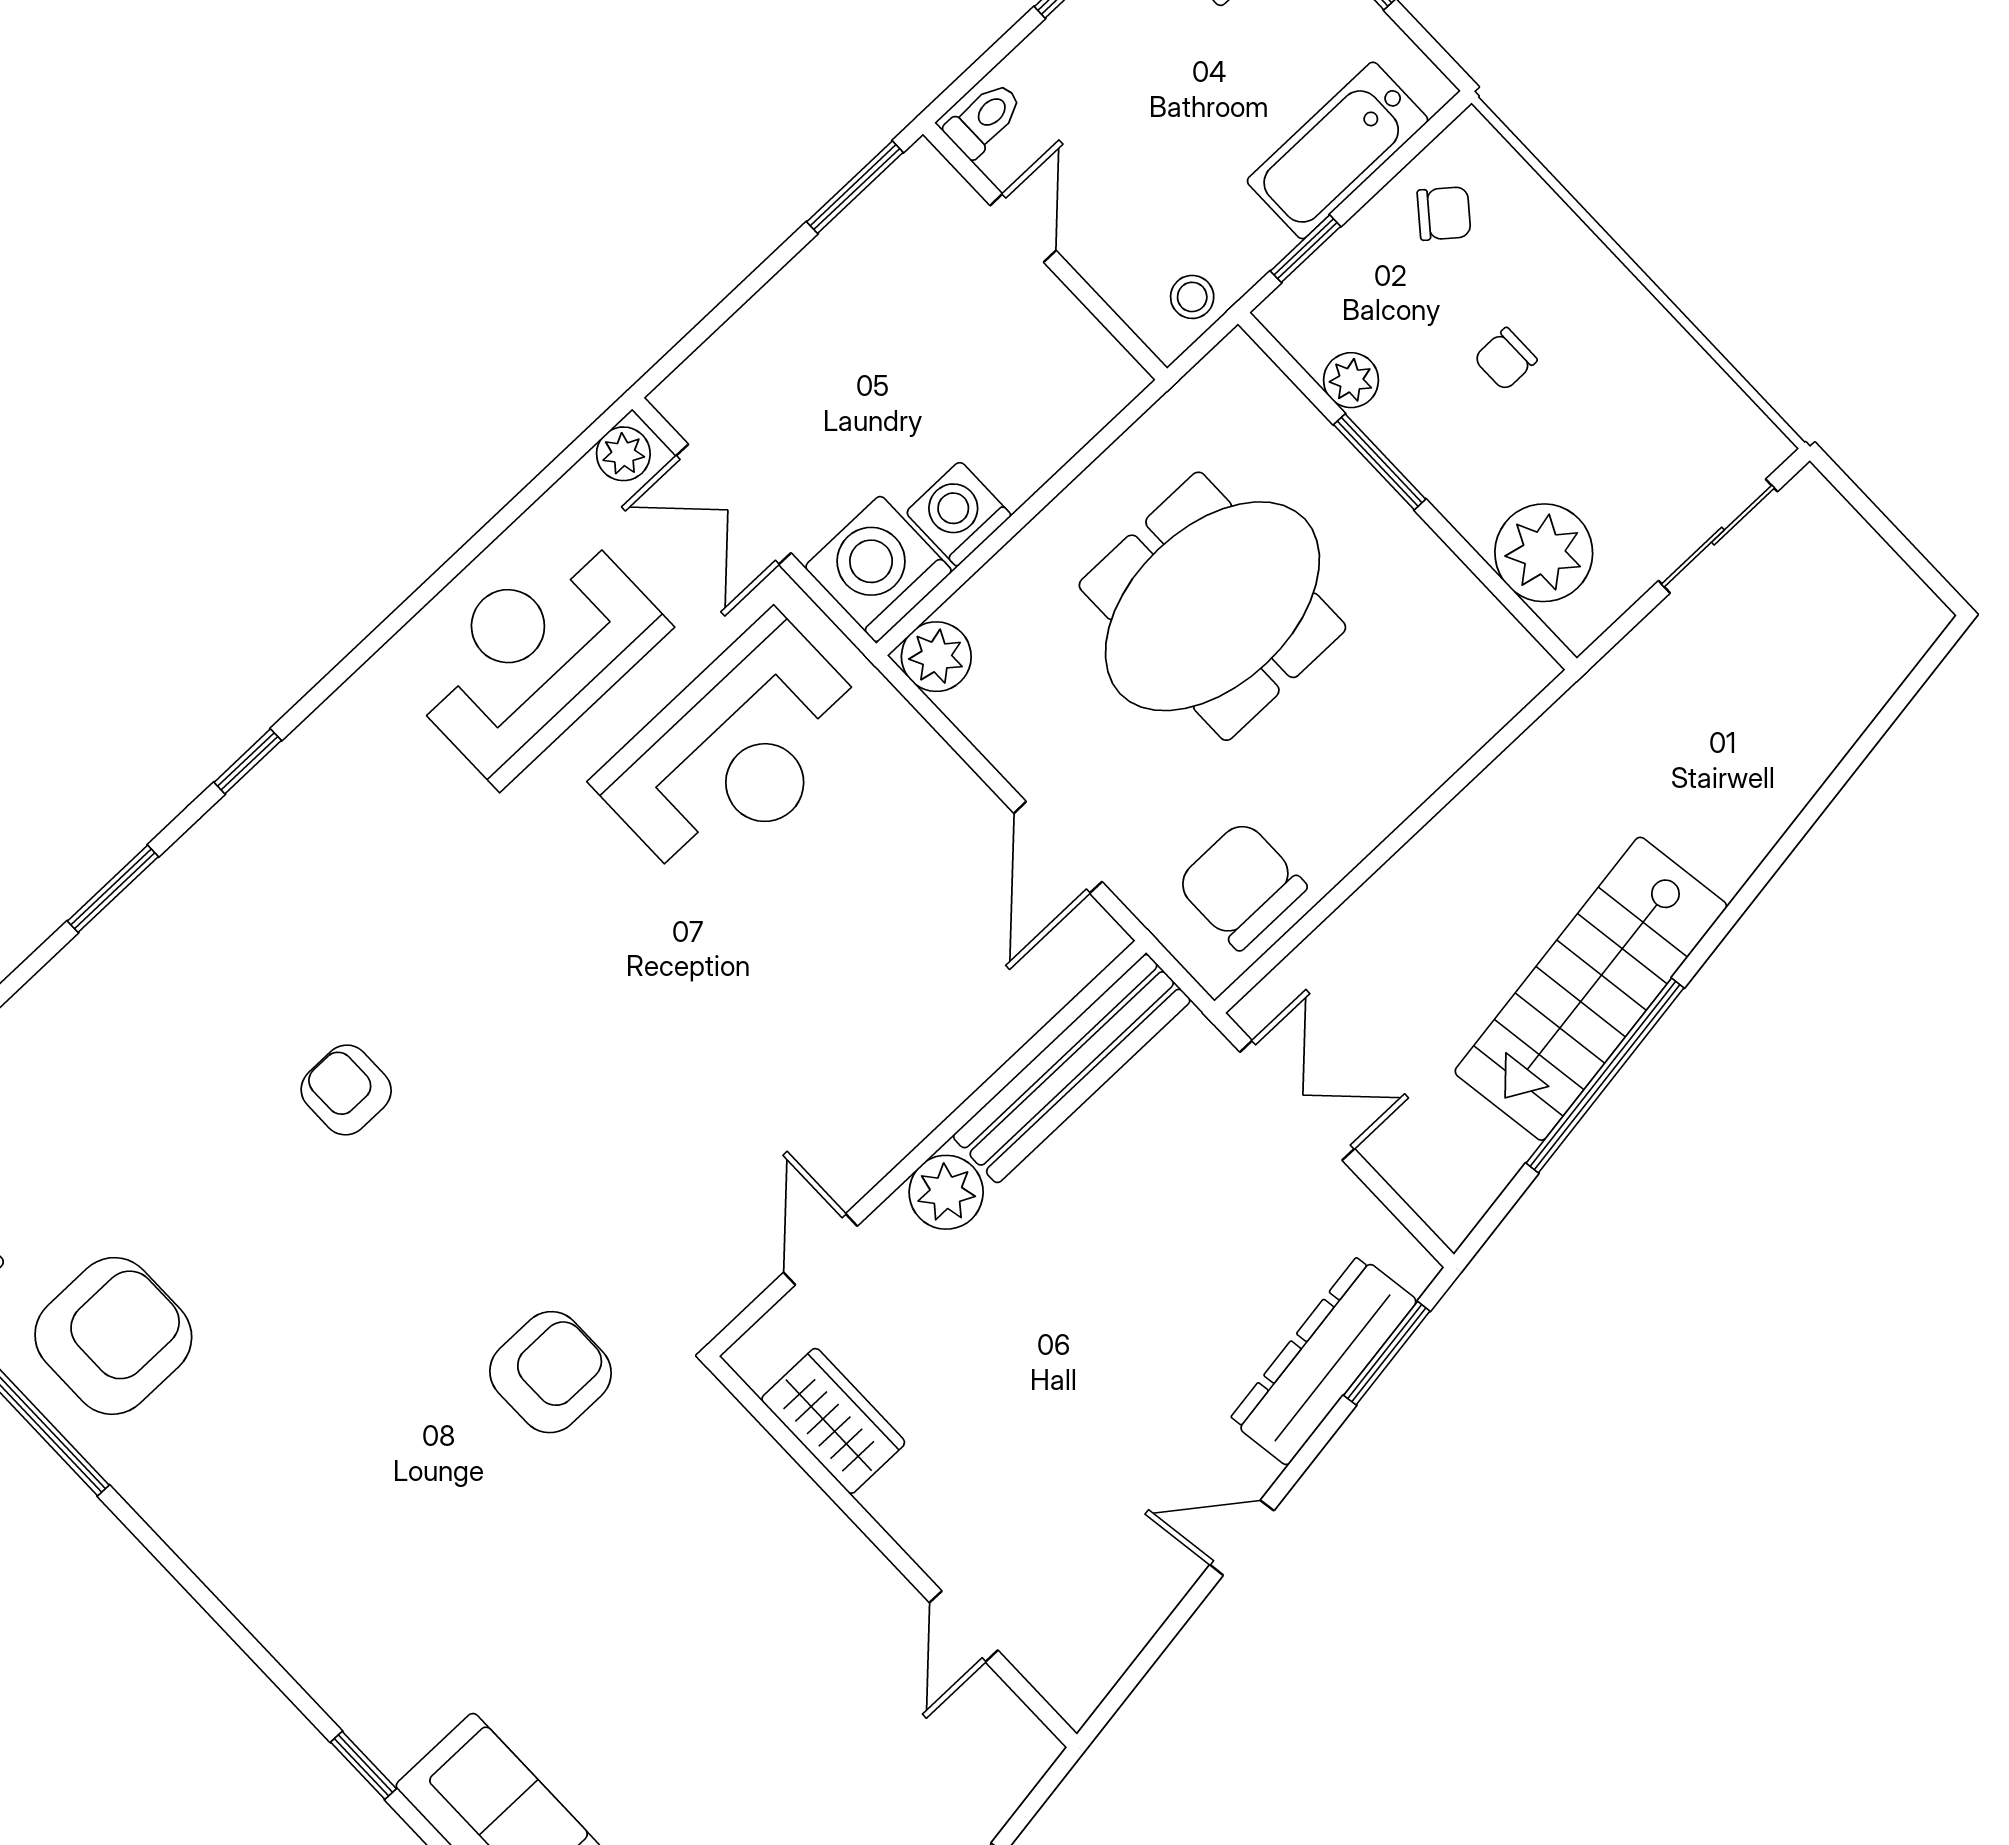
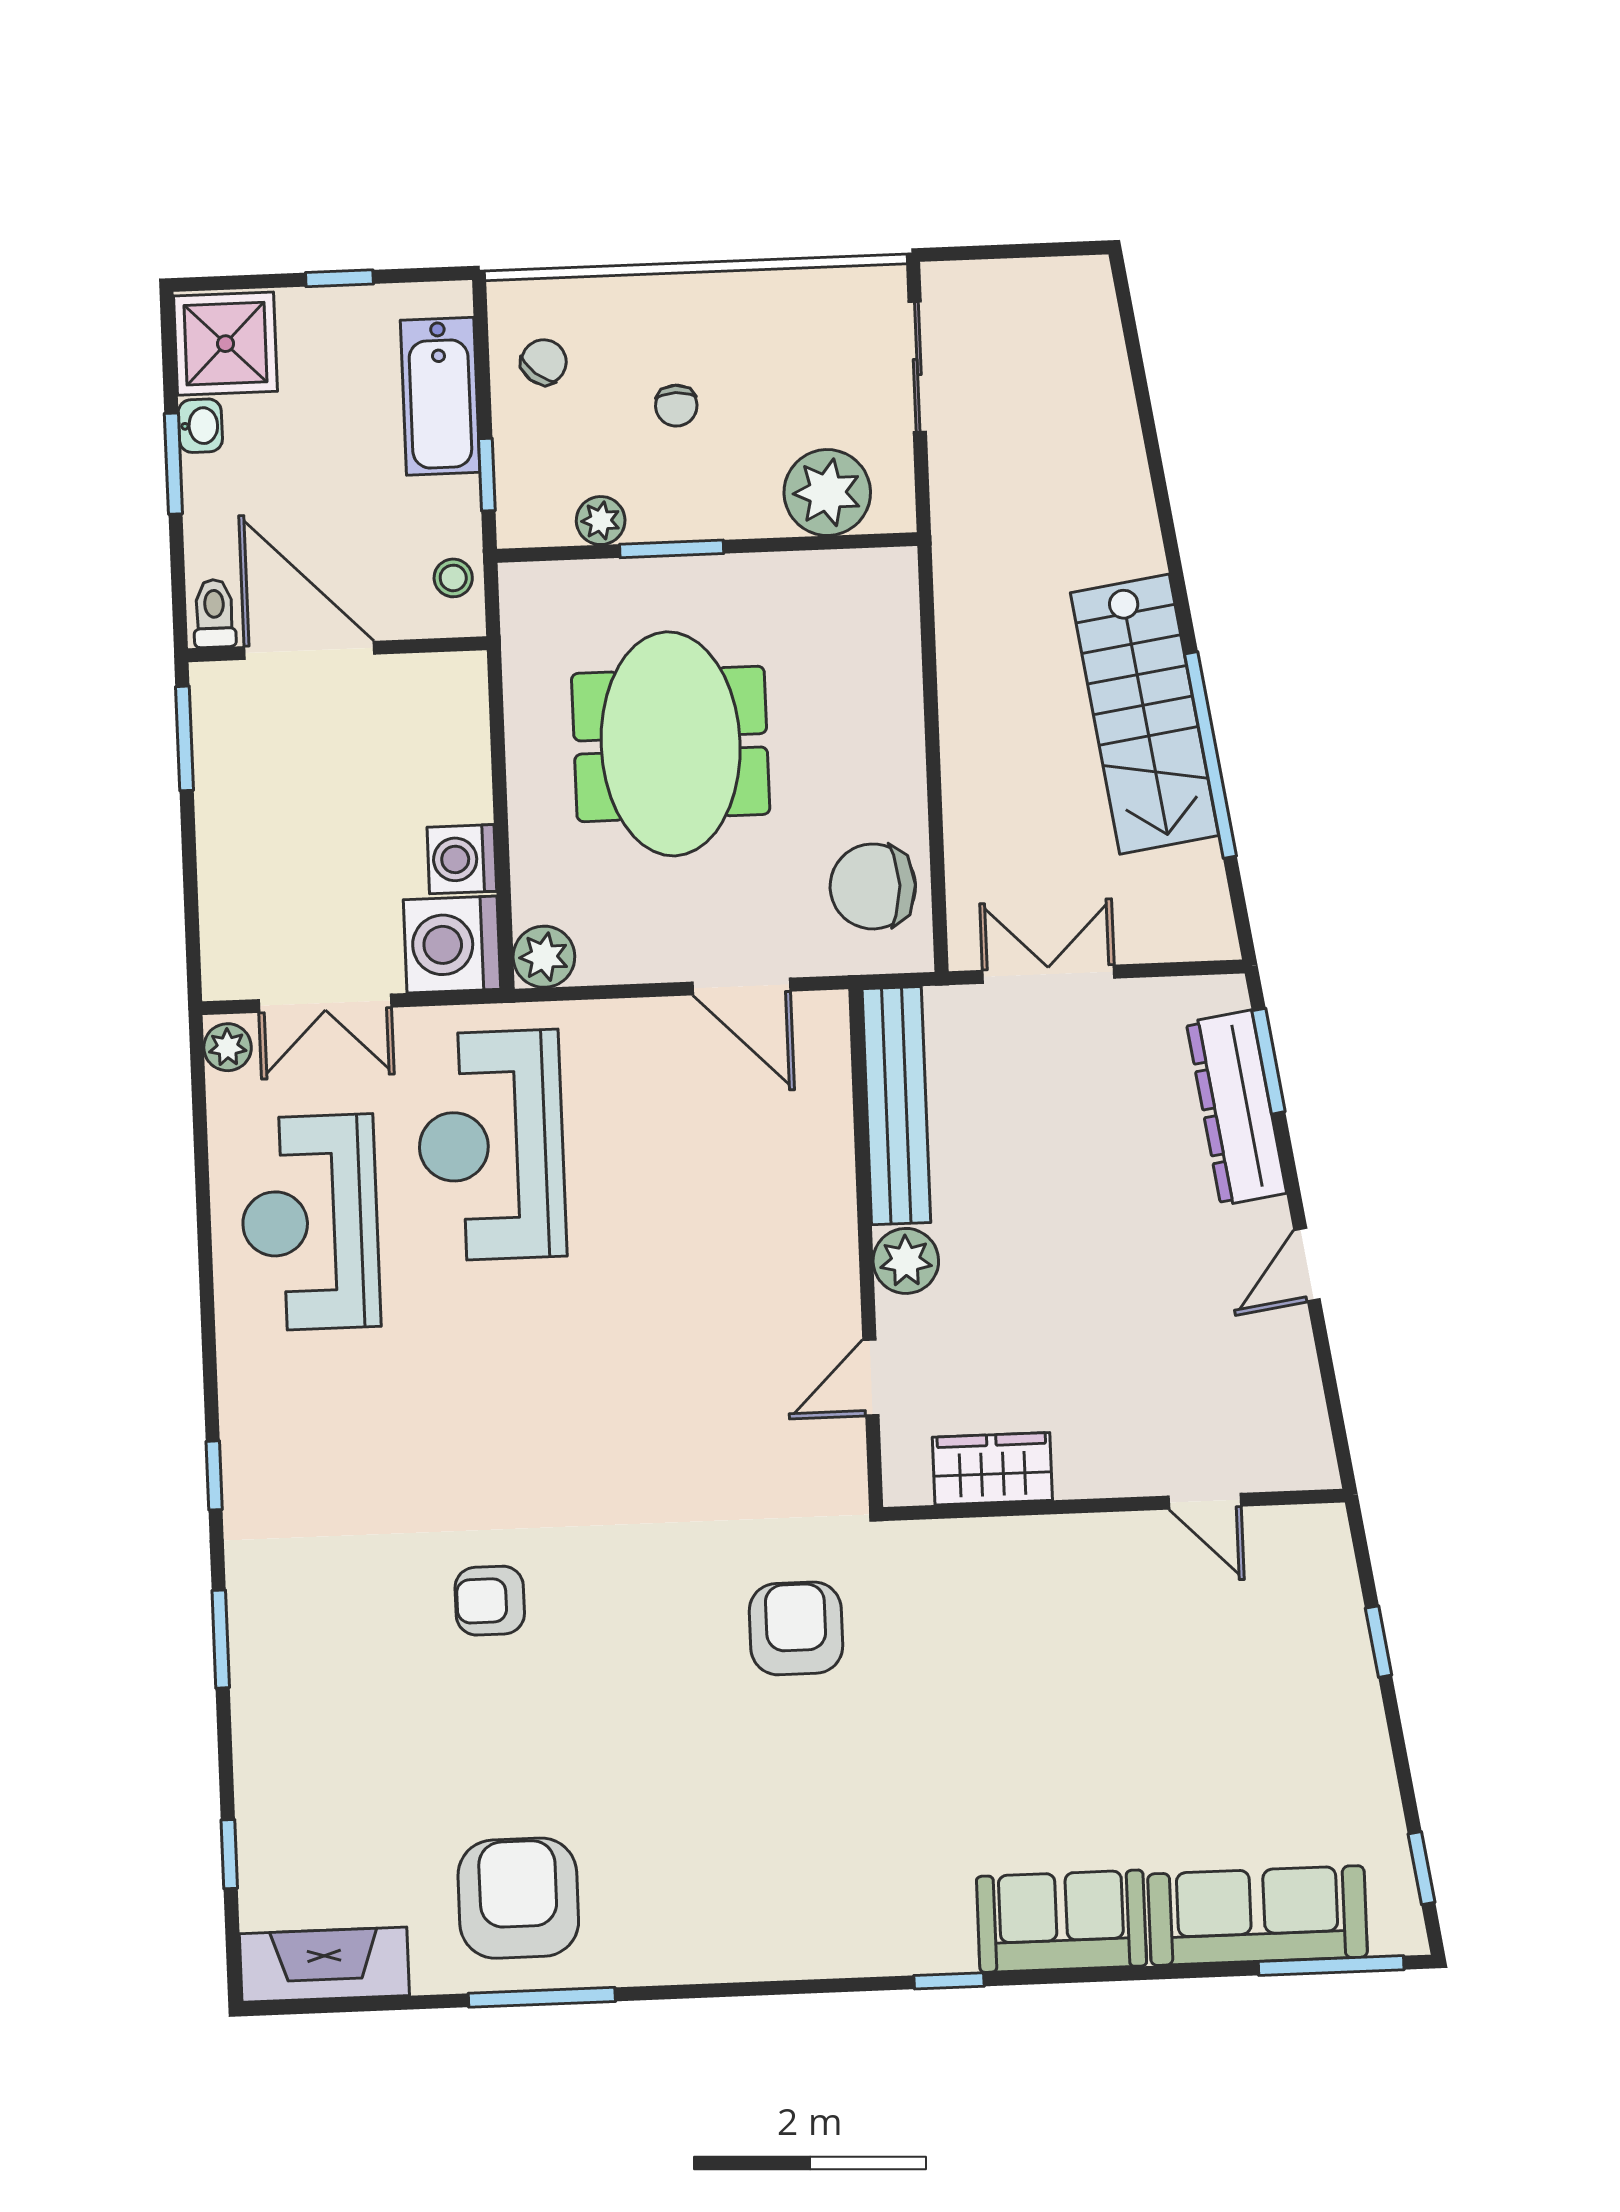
door: (1023, 228) -> (309, 650), width x1.88
reception desk: (736, 752) -> (491, 1145), turned 180
door: (820, 1249) -> (871, 1378), hinge flipped

